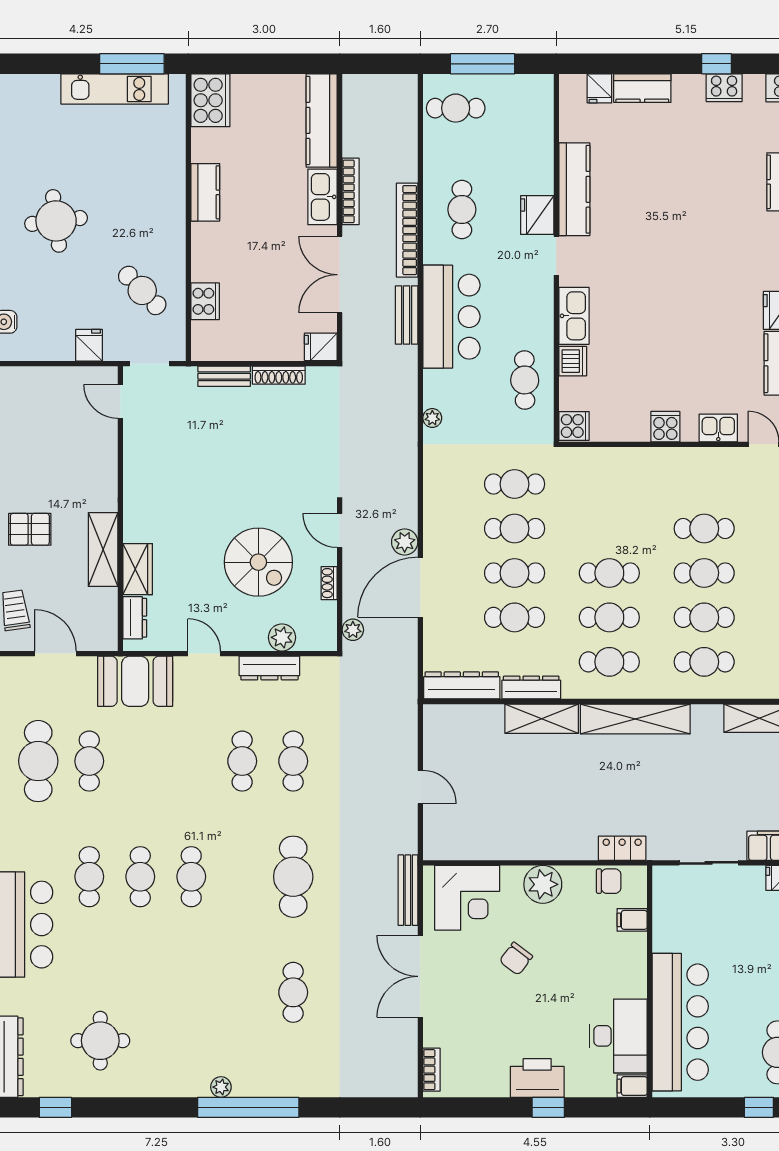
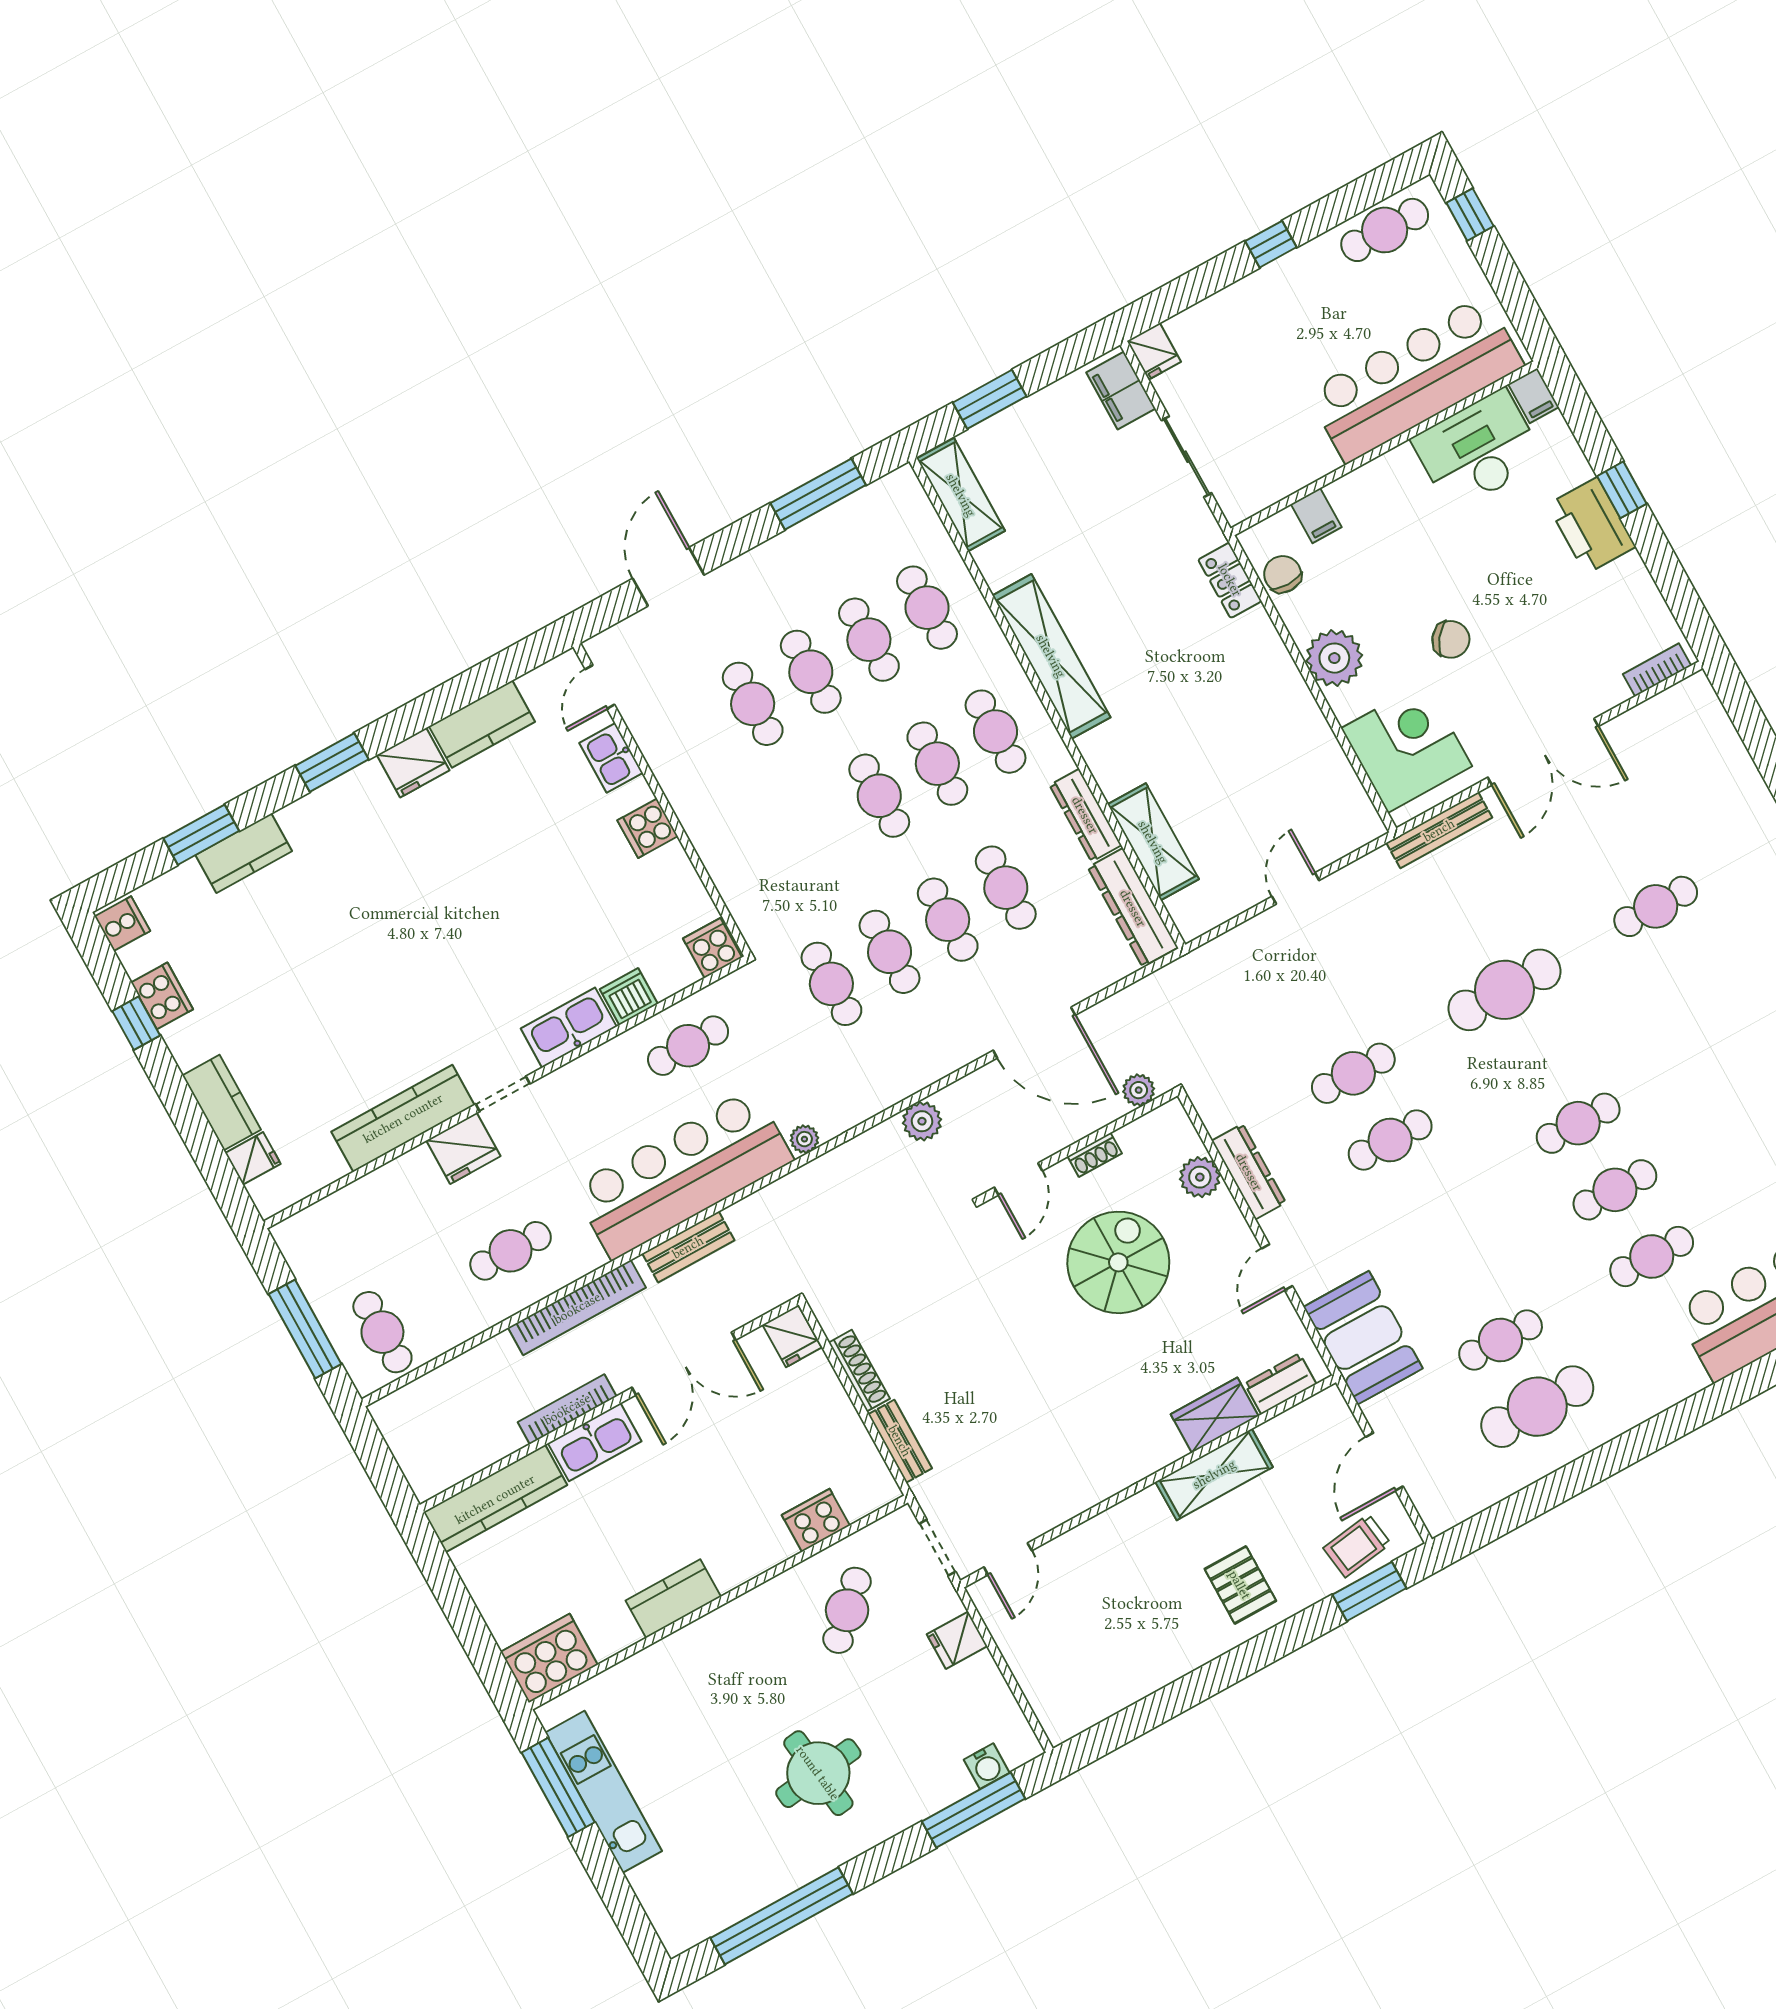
bar counter: (451, 317) -> (683, 1174), width x1.36
plant: (405, 542) -> (922, 1121), moved
shelving: (542, 719) -> (1153, 842), moved

